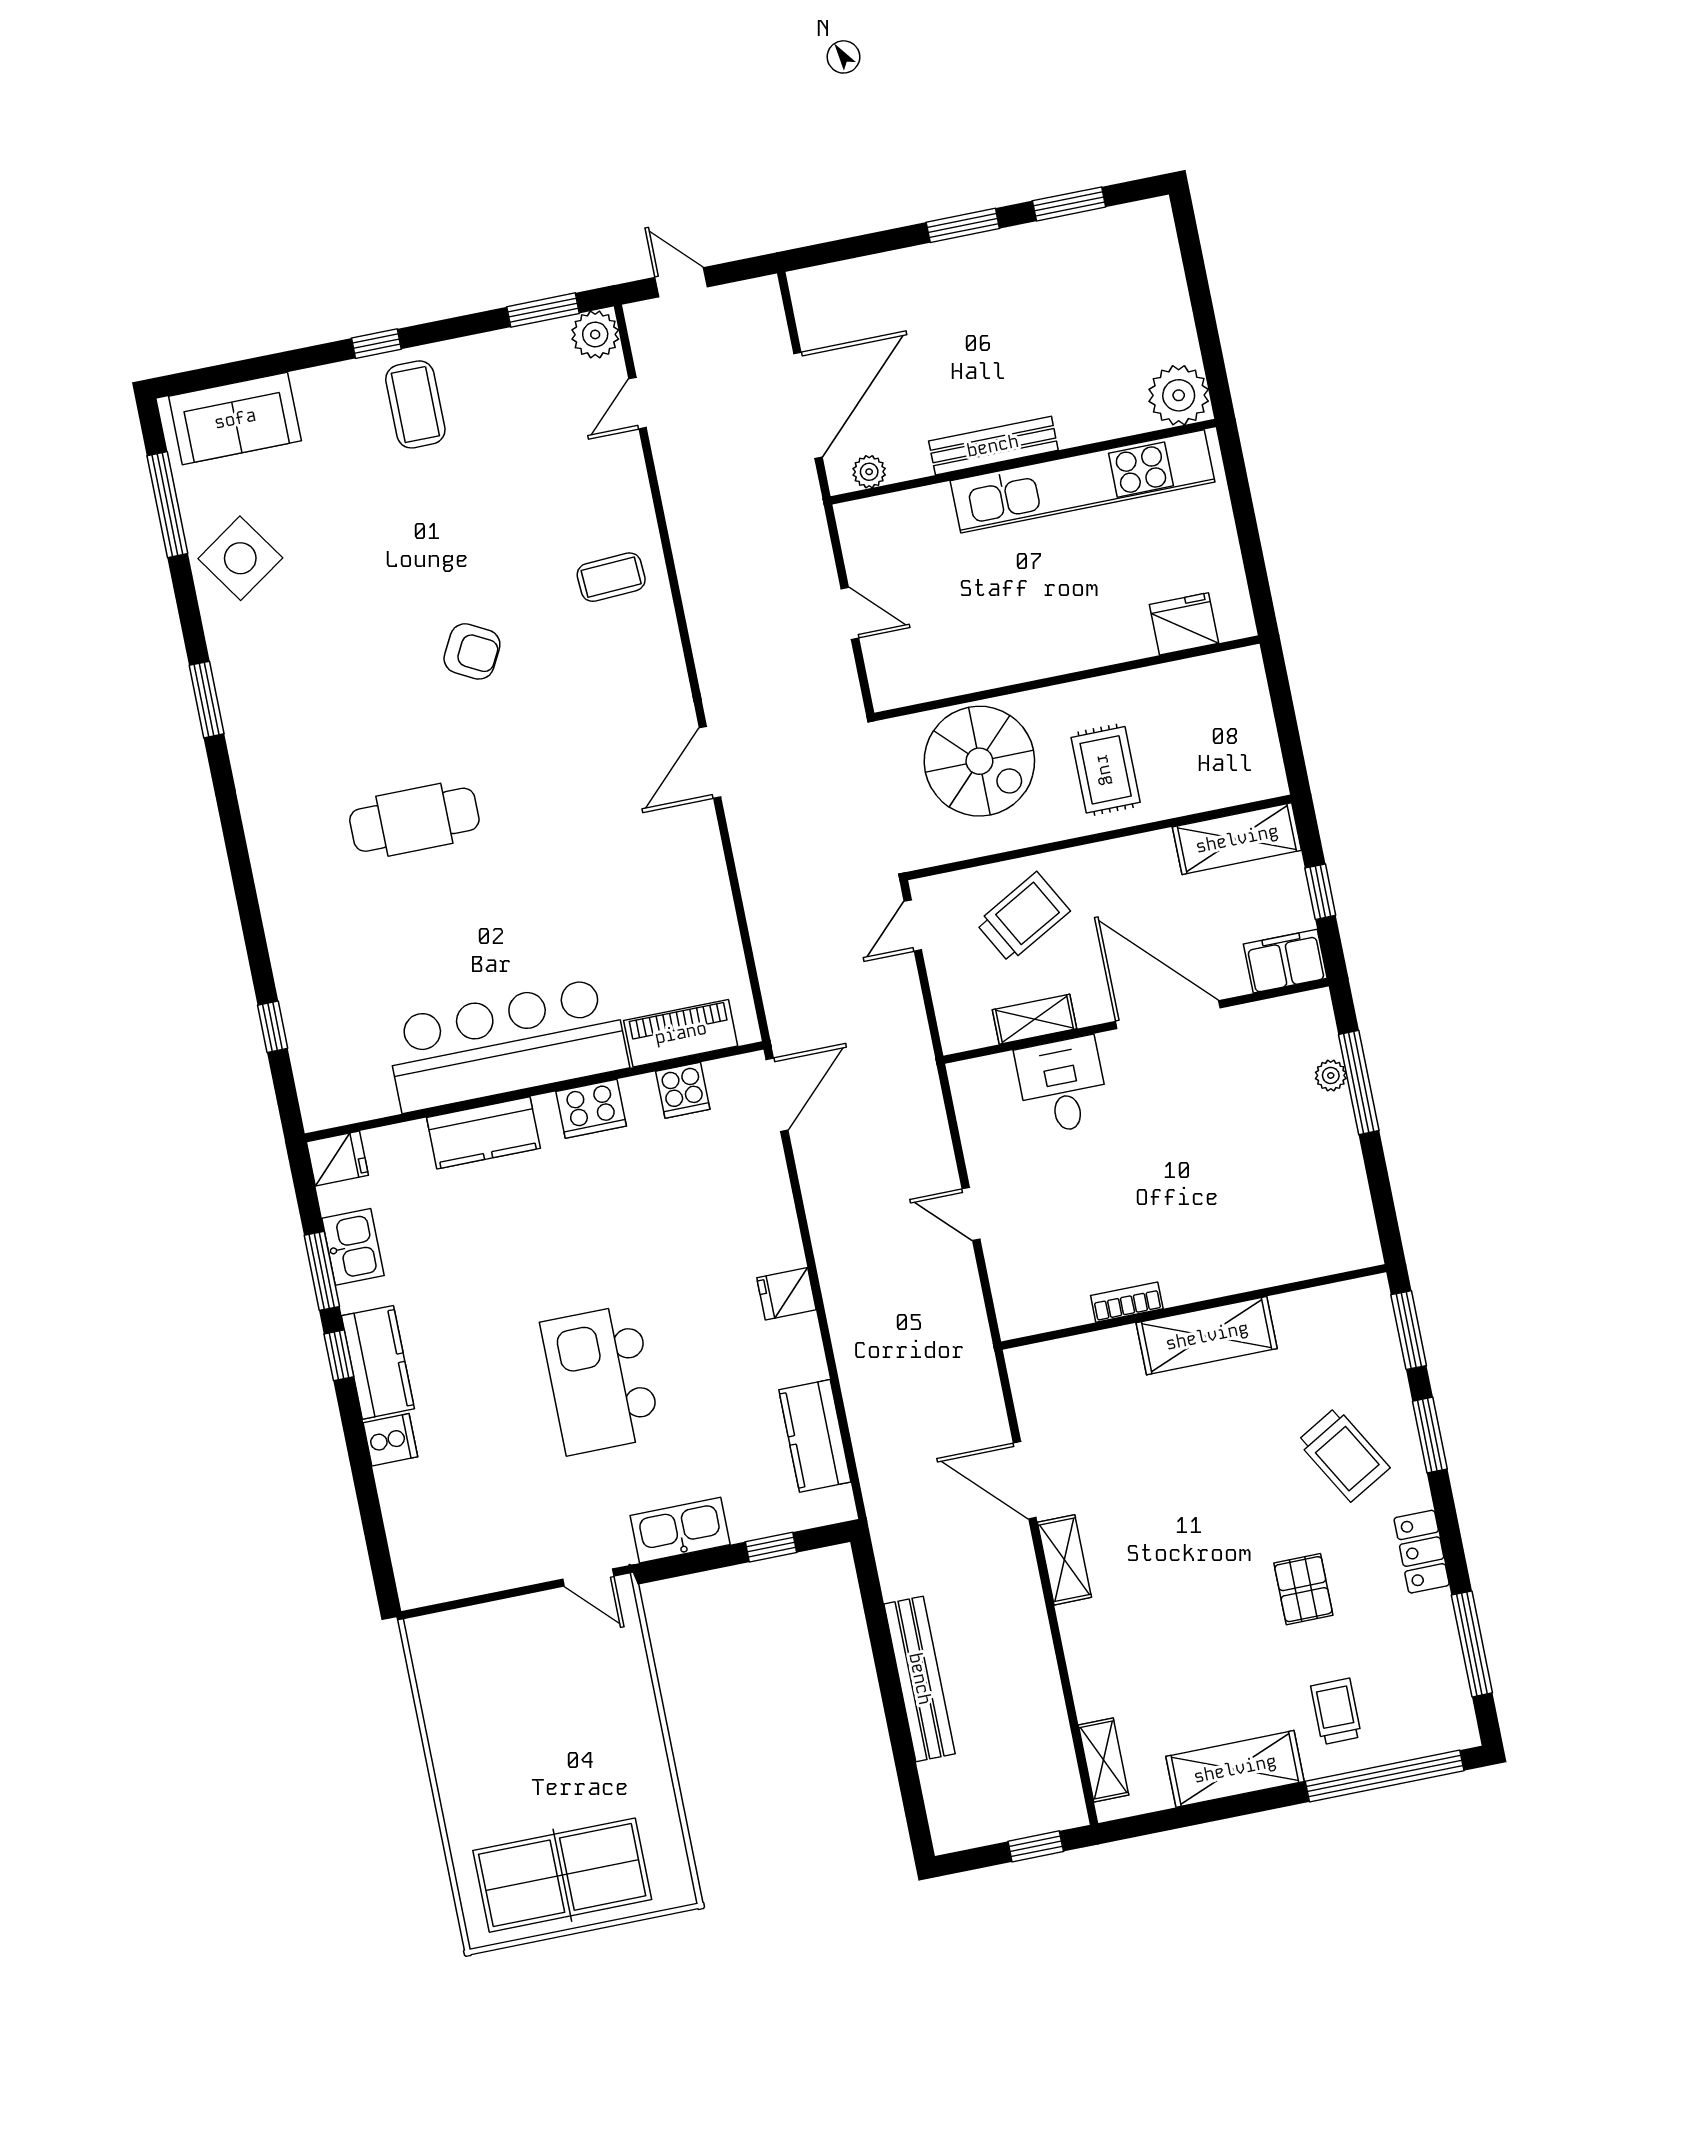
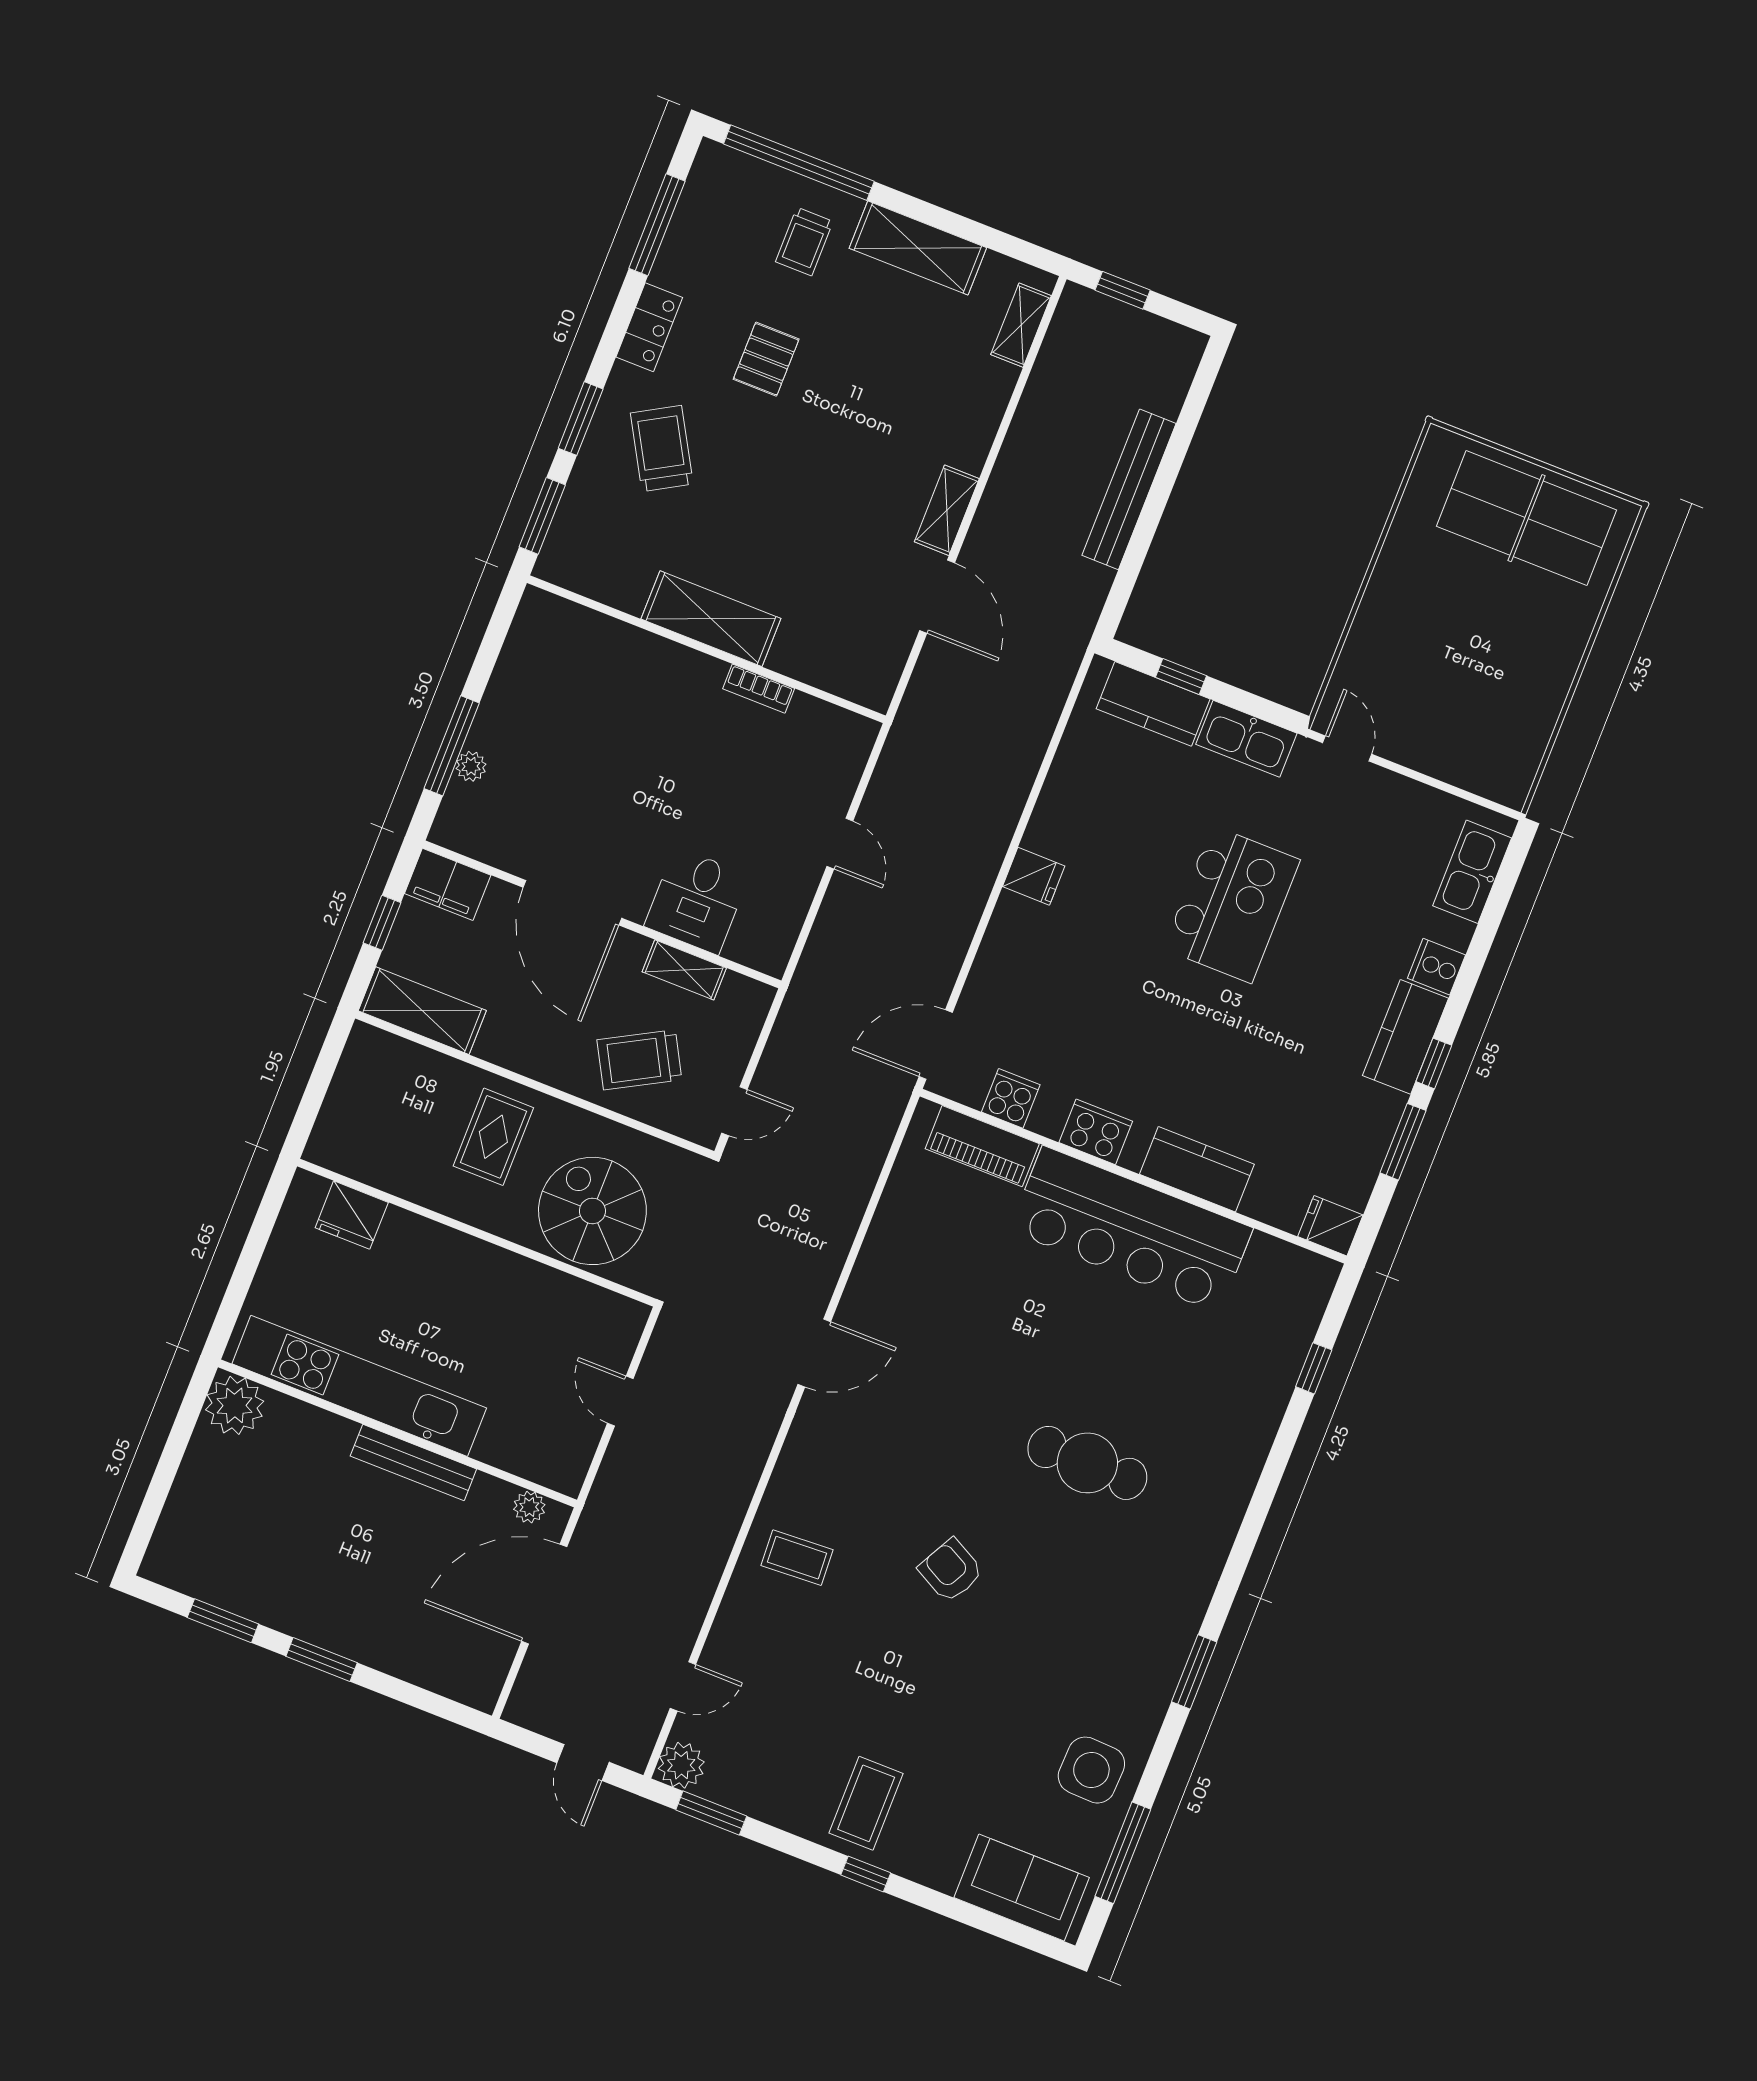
side table: (240, 558) -> (1091, 1770), turned 36
kitchen sink: (353, 1247) -> (1472, 872), moved, width x1.38
kitchen counter: (815, 1436) -> (1153, 704), moved, turned 90

